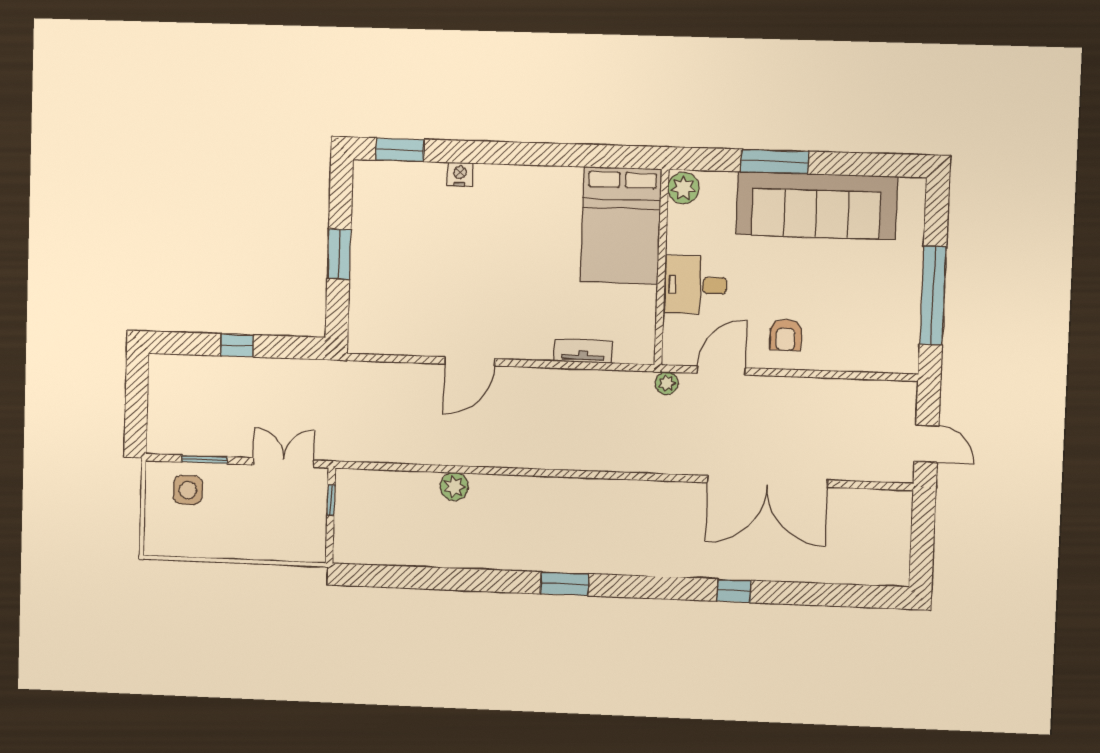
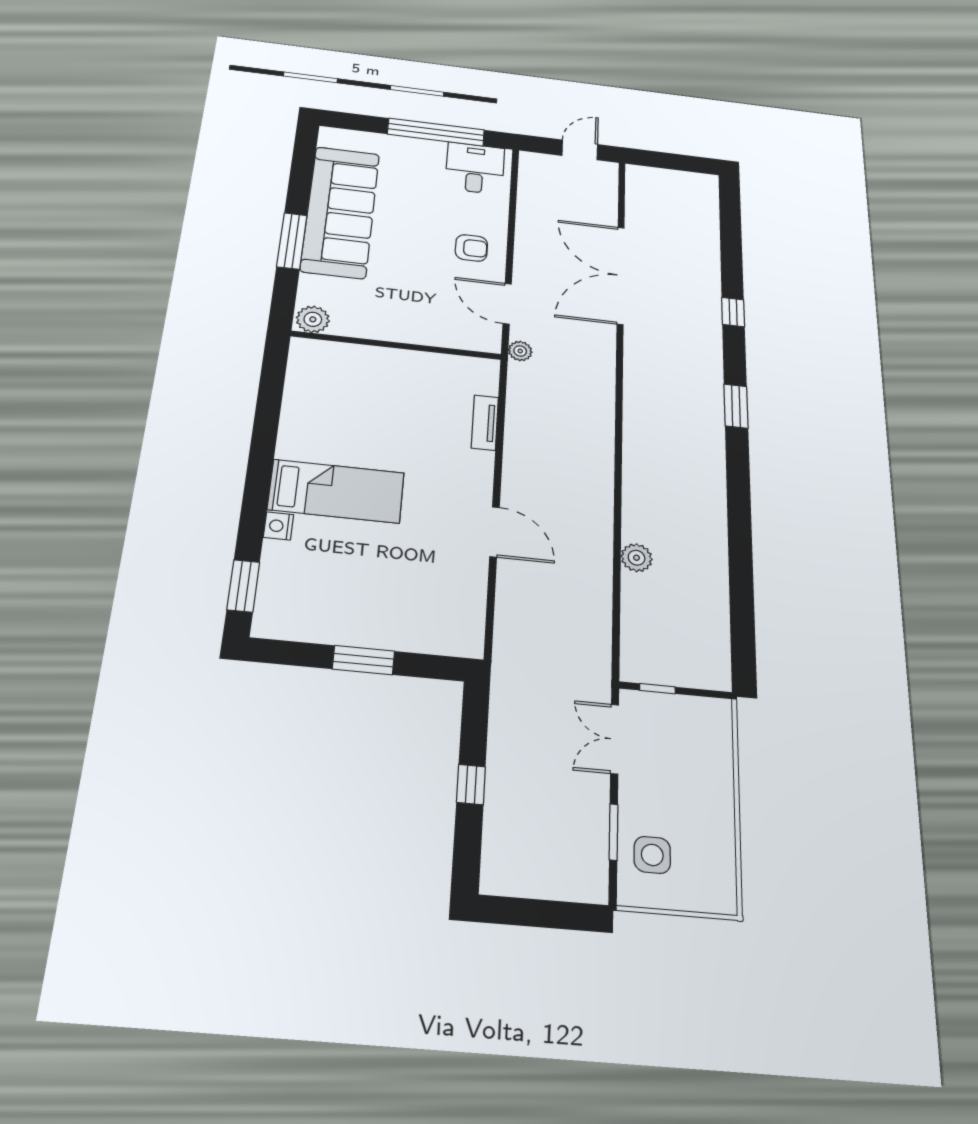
bed: (621, 226) -> (336, 491), moved, width x0.67
desk: (695, 285) -> (475, 168), moved, turned 180
double door: (767, 481) -> (621, 275), swing flipped
window: (565, 584) -> (736, 406), moved

